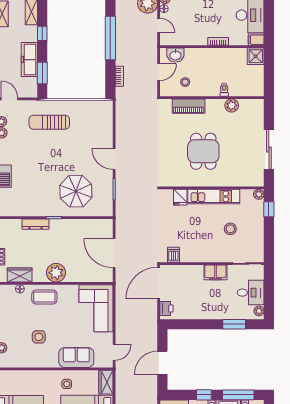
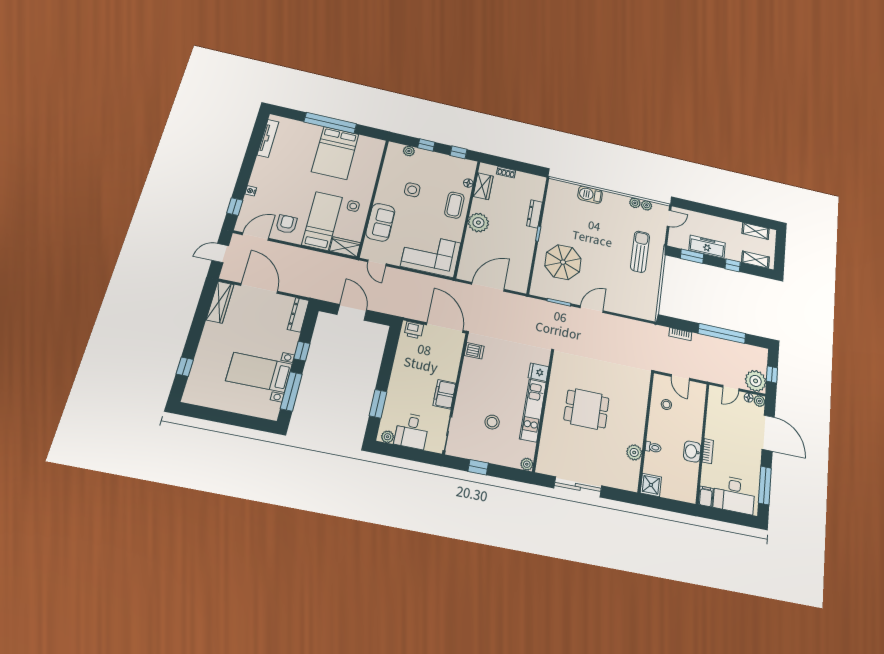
washbasin: (175, 55) -> (692, 452), moved
shower: (256, 56) -> (651, 485), moved
piano: (189, 106) -> (639, 403), removed
window: (269, 209) -> (478, 467), moved

